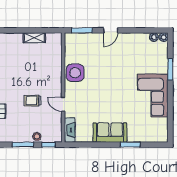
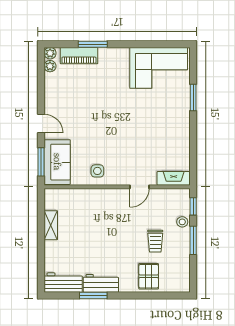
piano: (162, 59) -> (79, 56), added
side table: (75, 73) -> (97, 171), width x0.54, depth x0.54
corner sofa: (153, 95) -> (159, 68), moved
trolley: (33, 101) -> (155, 241), moved
sofa: (110, 132) -> (57, 162), moved, turned 180

